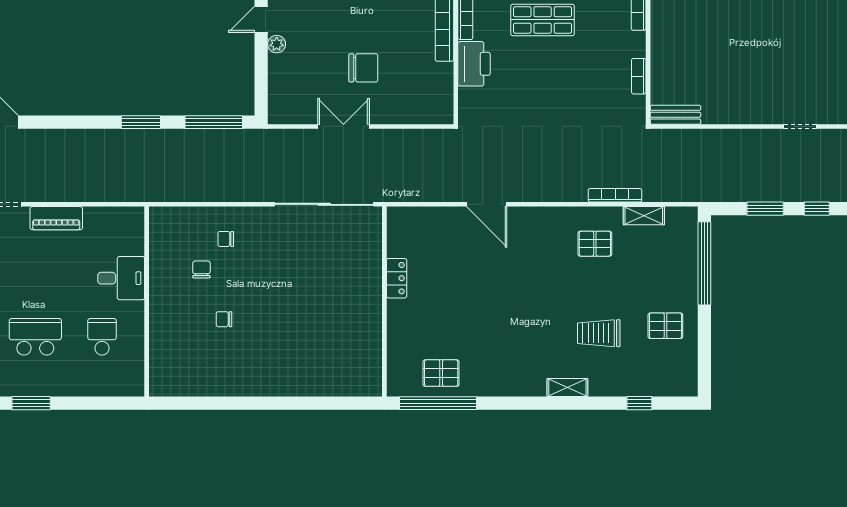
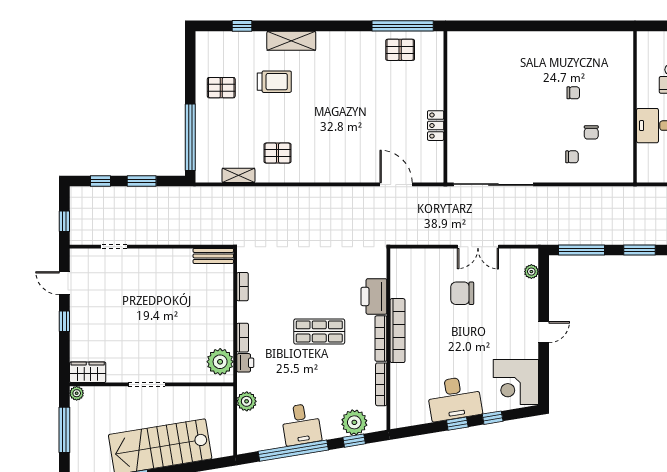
plant: (277, 44) -> (531, 272), moved
bookcase: (615, 195) -> (261, 192), removed
door: (487, 204) -> (396, 184), moved
shelving: (567, 388) -> (291, 41), width x1.50, depth x1.33

